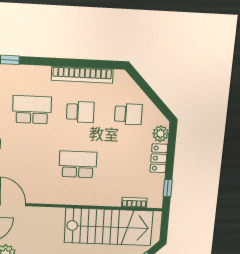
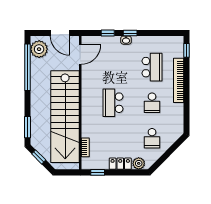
bookcase: (82, 75) -> (179, 80), moved
school desk: (78, 164) -> (113, 103), turned 180
stairs: (109, 227) -> (65, 117), width x1.36

